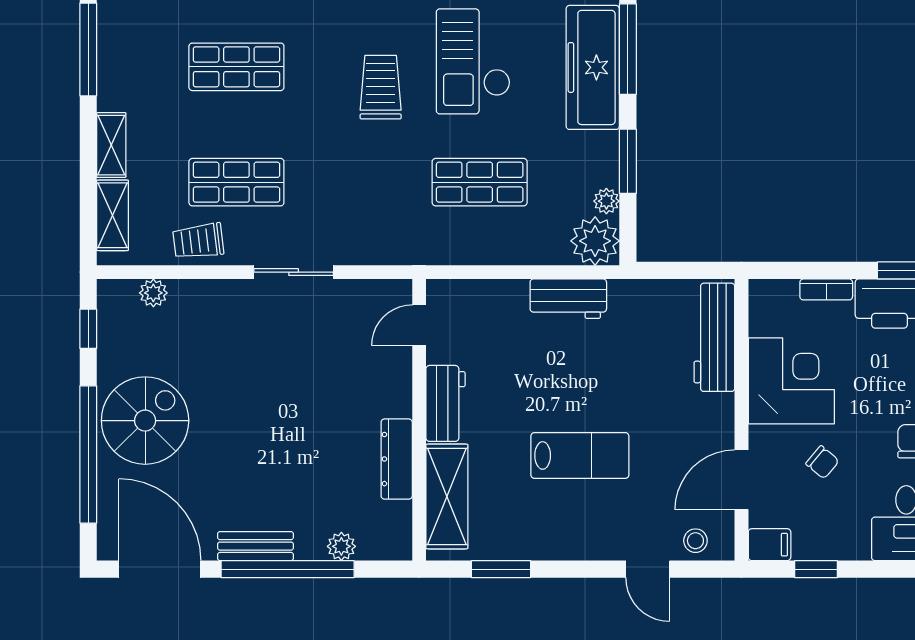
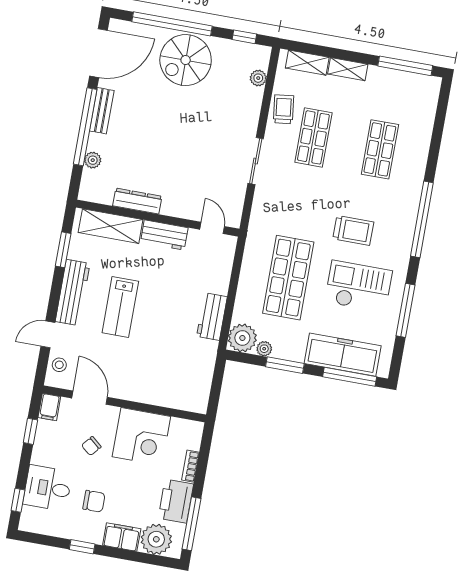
shop shelf: (480, 182) -> (288, 278), width x1.43, depth x1.36
workbench: (714, 337) -> (73, 292), moved, turned 90
spiral stairs: (145, 421) -> (186, 60), turned 90

